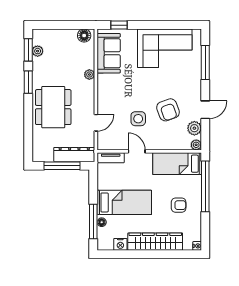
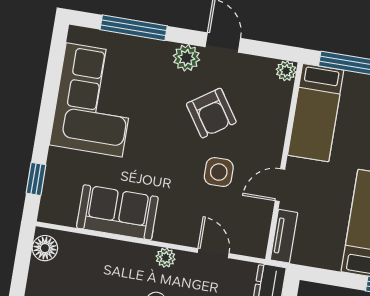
sofa: (109, 53) -> (117, 212), moved
plant: (89, 75) -> (166, 258), moved
armchair: (168, 110) -> (211, 113), turned 76
plant: (194, 128) -> (186, 58), moved

